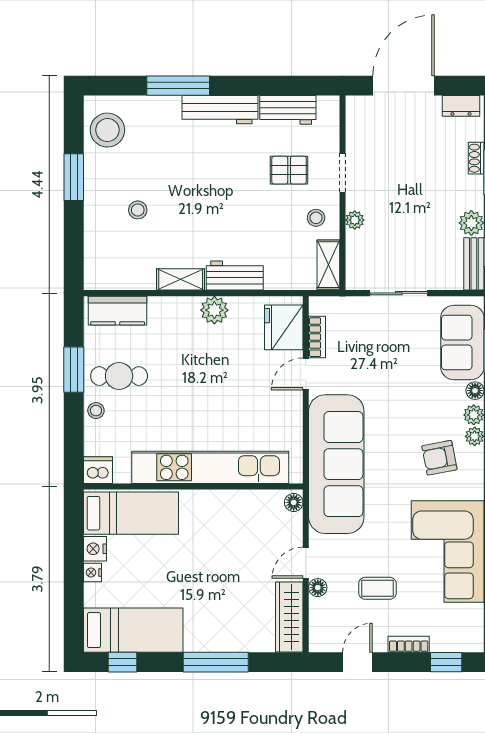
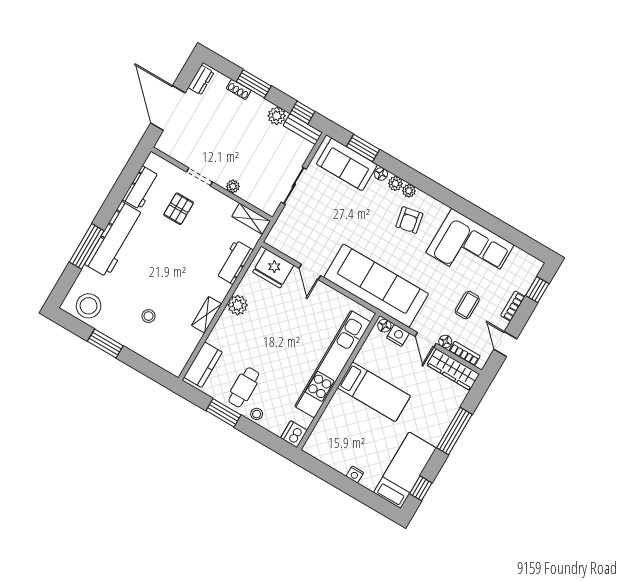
workbench: (220, 110) -> (114, 239), width x1.36, depth x1.32
stool: (316, 218) -> (218, 209), removed
workbench: (235, 276) -> (234, 262), moved
bookcase: (317, 337) -> (465, 353), moved
bed: (131, 513) -> (374, 392), moved, turned 90
nightstand: (95, 549) -> (398, 335), moved, turned 180

